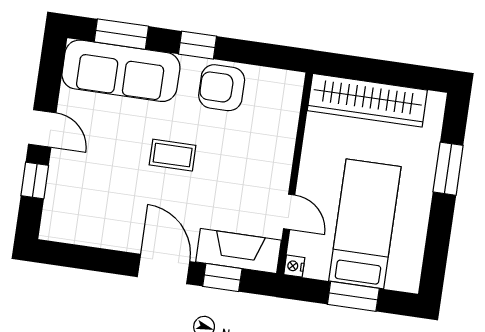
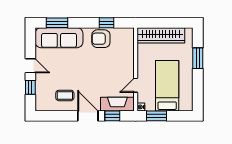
window: (197, 45) -> (106, 23), moved
coffee table: (173, 155) -> (65, 95), moved
door: (289, 212) -> (136, 85), swing flipped
window: (353, 296) -> (157, 116), moved

